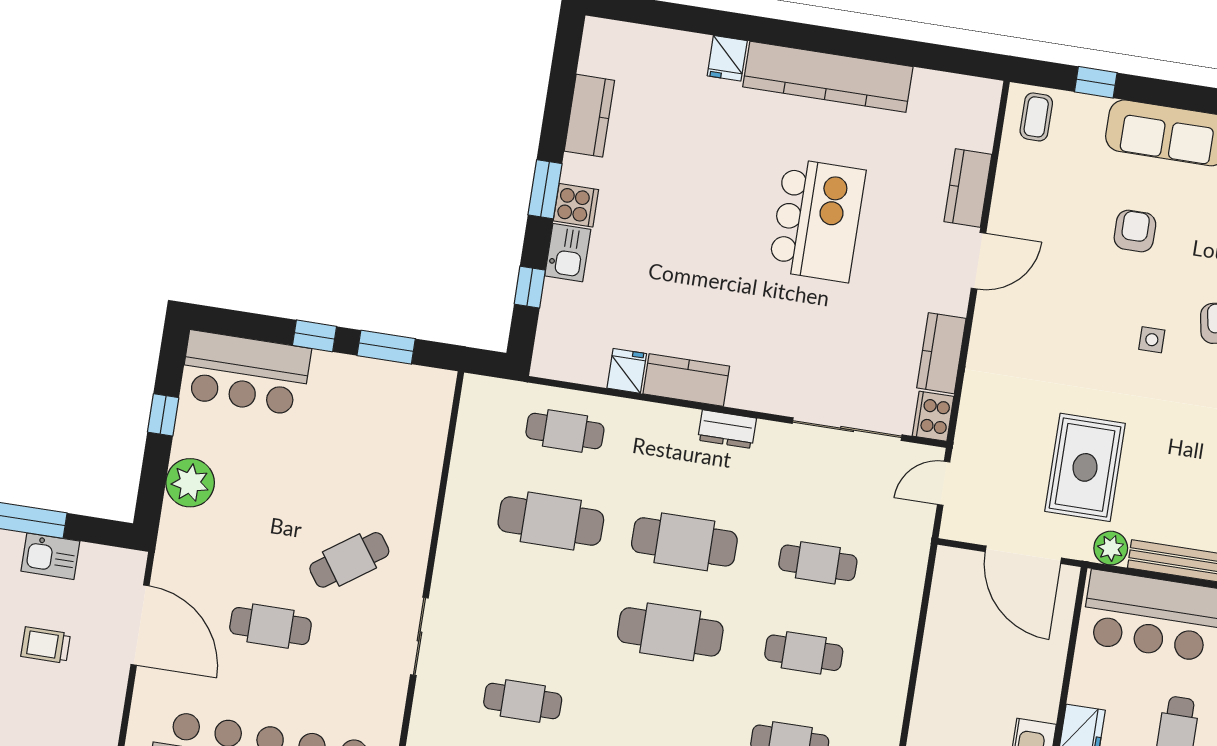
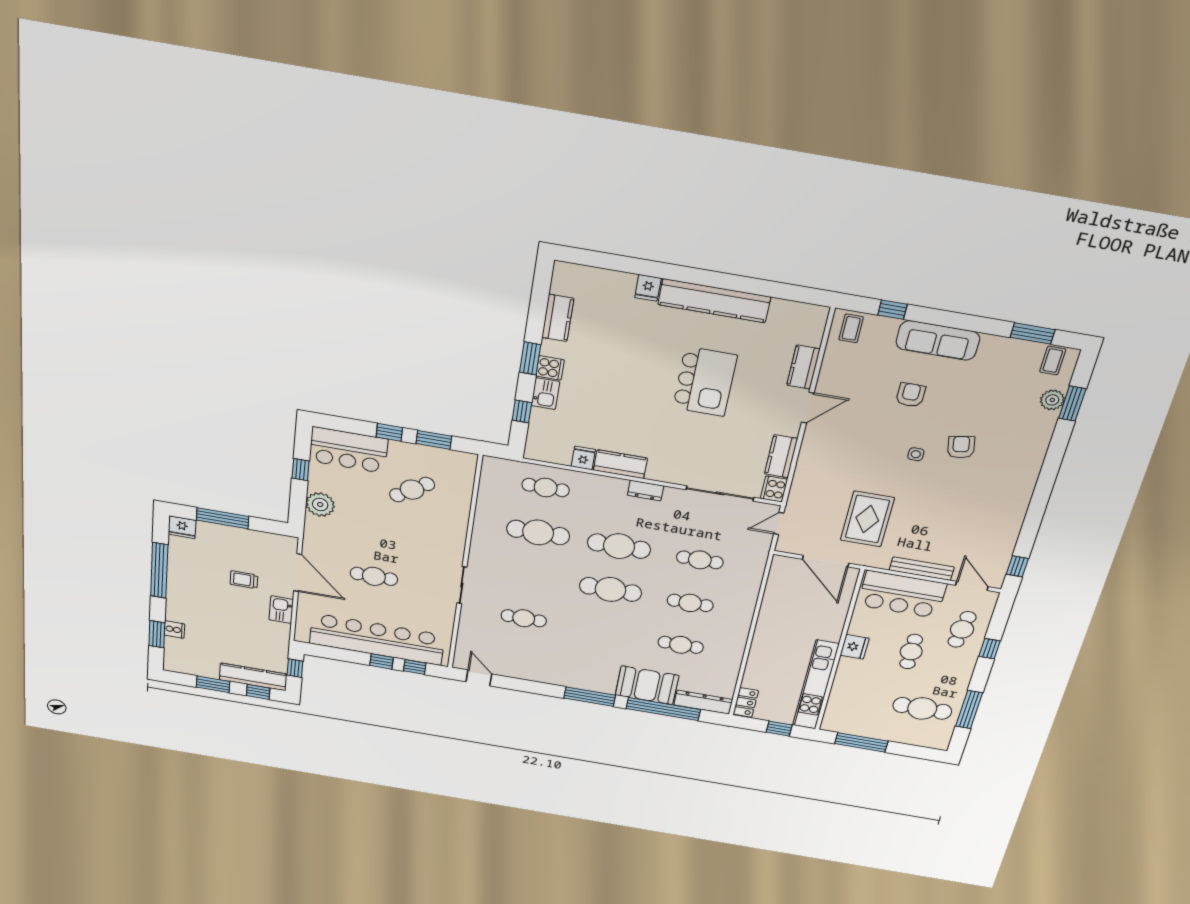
plant: (1111, 548) -> (880, 560), removed
kitchen sink: (50, 556) -> (281, 610), moved, turned 90
cafe table: (349, 560) -> (412, 490), moved

